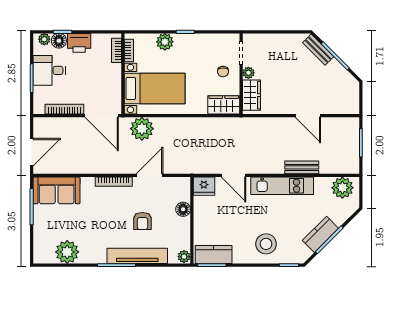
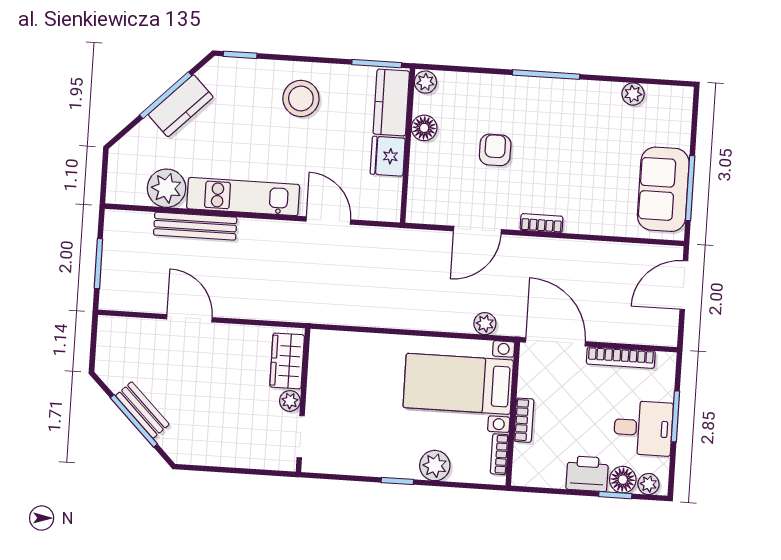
bookcase: (117, 50) -> (524, 420), moved
bench: (318, 50) -> (142, 410), moved
chair: (223, 72) -> (335, 406), removed
wardrobe: (224, 105) -> (338, 347), removed
plant: (142, 129) -> (485, 324), width x0.53, depth x0.53
bench: (302, 167) -> (195, 226), width x1.36
bookcase: (114, 182) -> (541, 223), width x0.64
fridge: (204, 186) -> (388, 156), moved, turned -90
plant: (342, 188) -> (166, 188), moved
sofa: (57, 190) -> (663, 189), moved, turned -90
floor lamp: (183, 209) -> (424, 128), moved
stool: (266, 244) -> (301, 98), moved
plant: (67, 252) -> (633, 94), width x0.53, depth x0.53
kitchen counter: (214, 255) -> (391, 103), moved, turned 90
tv unit: (137, 256) -> (508, 89), removed

